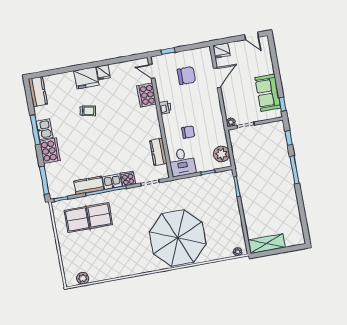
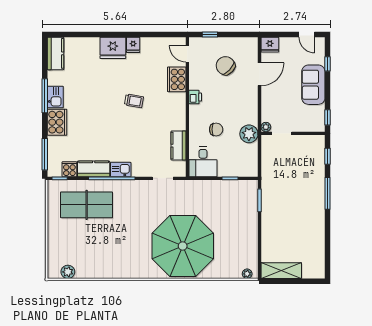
window: (274, 58) -> (327, 64), added
chair: (186, 76) -> (226, 66), turned -137
sofa: (268, 93) -> (313, 85), moved
trolley: (88, 111) -> (134, 101), moved
plant: (222, 154) -> (249, 134), moved
cooker: (128, 179) -> (69, 169), moved

